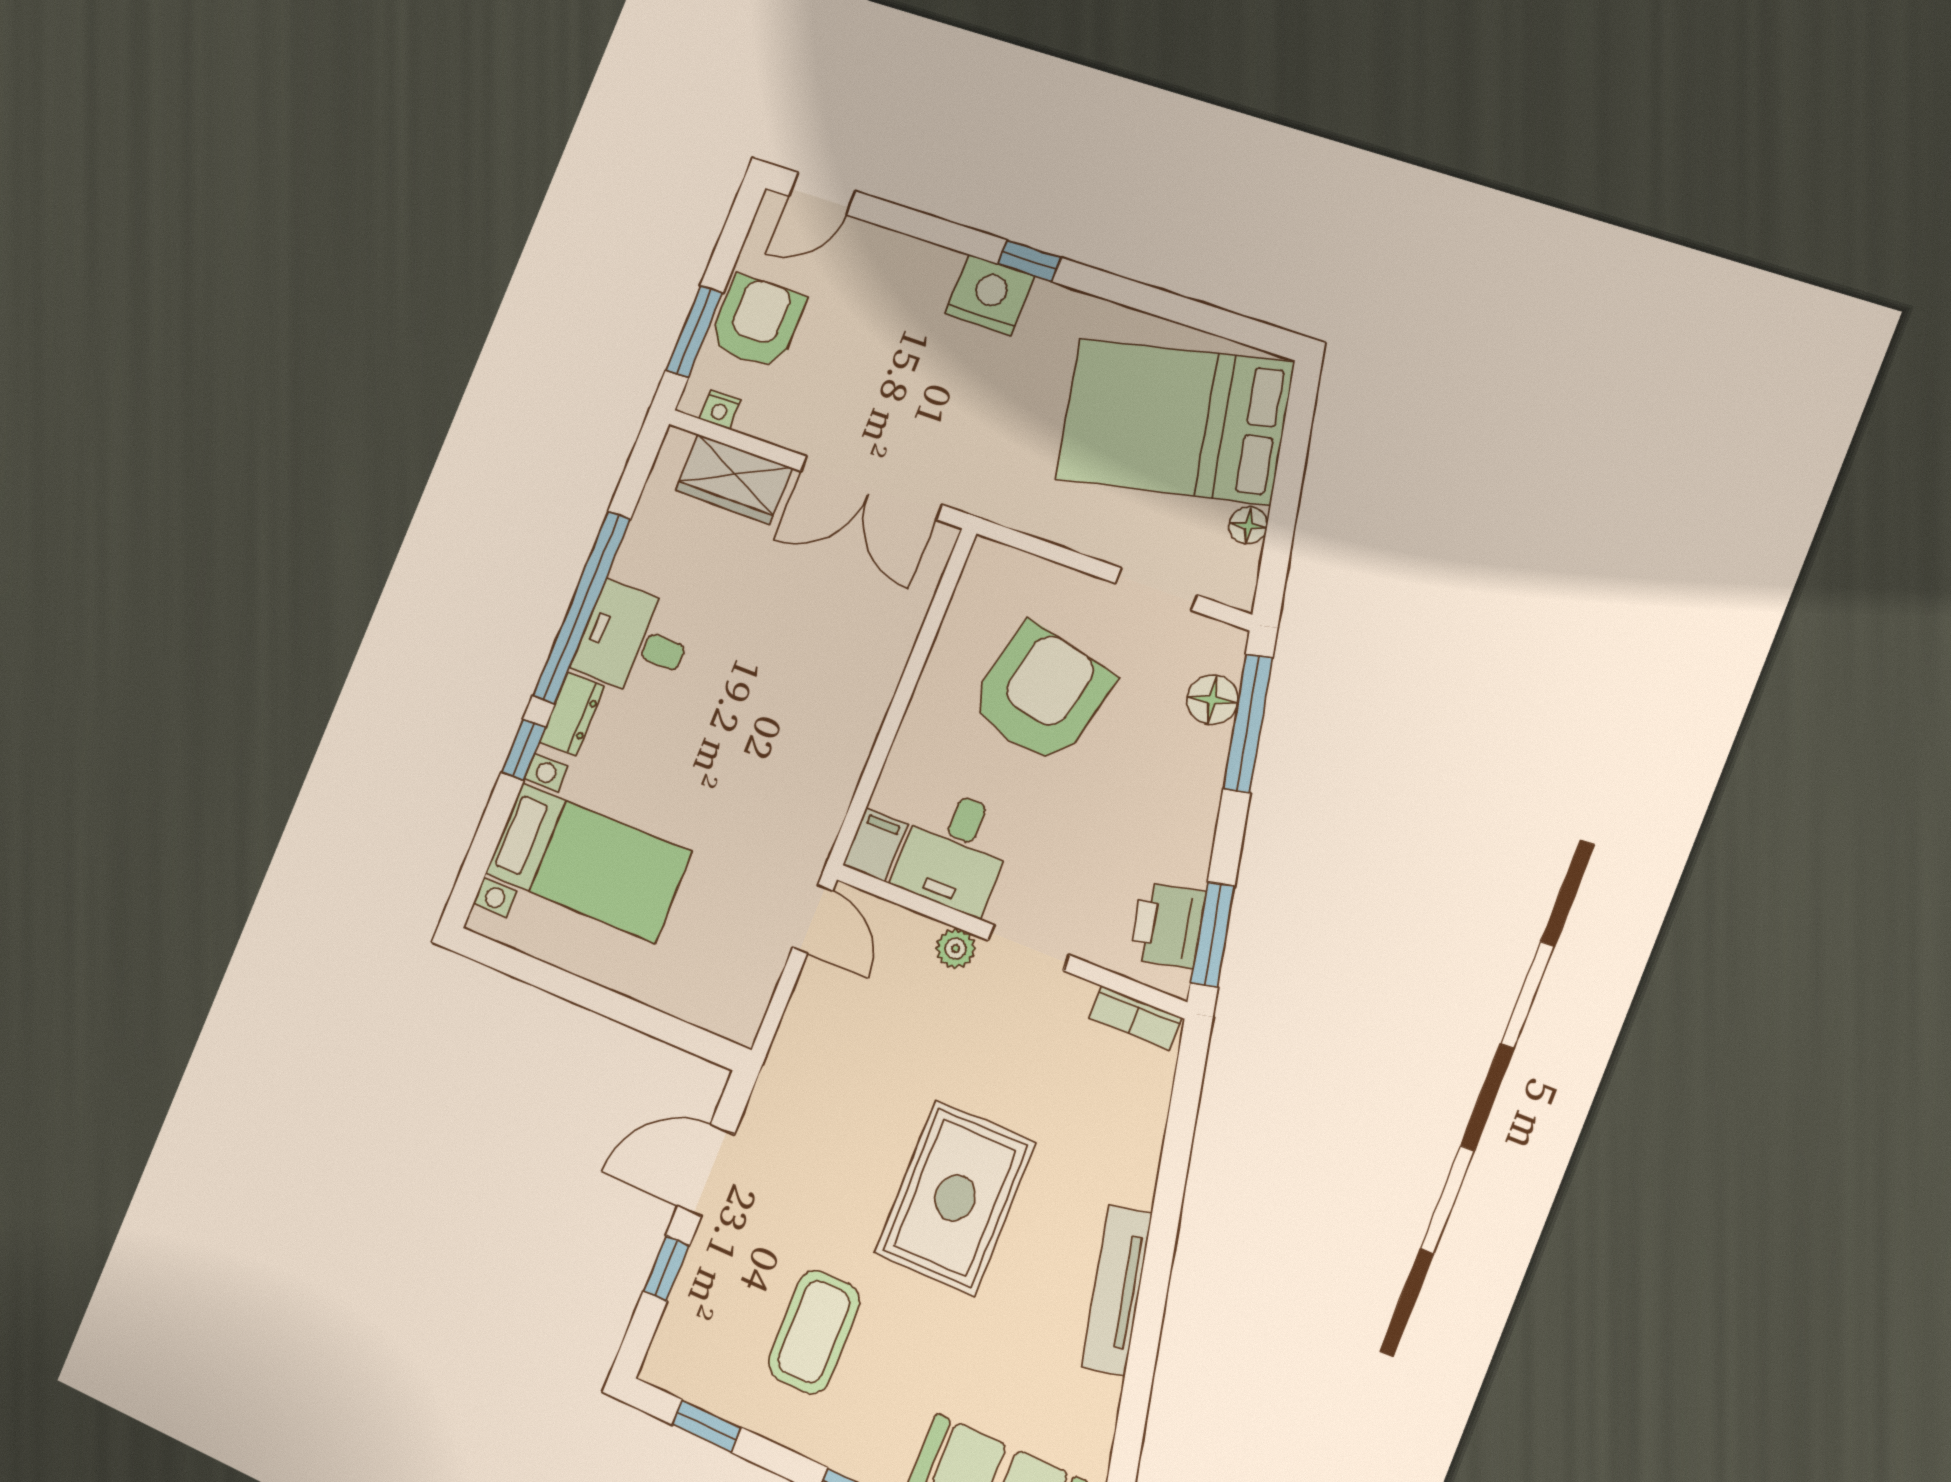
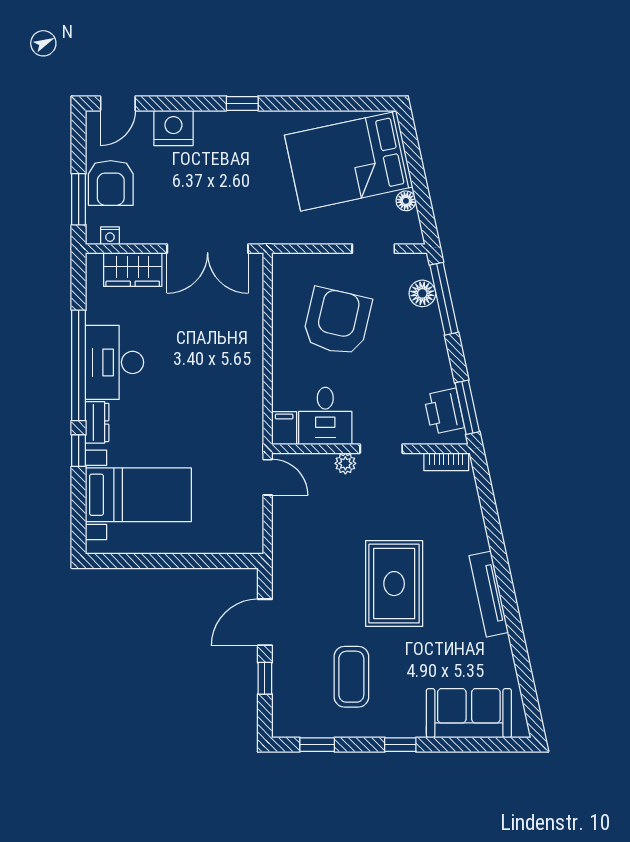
nightstand: (990, 295) -> (173, 128), moved
armchair: (757, 322) -> (111, 183), turned 180
desk: (634, 641) -> (114, 362), width x1.37

